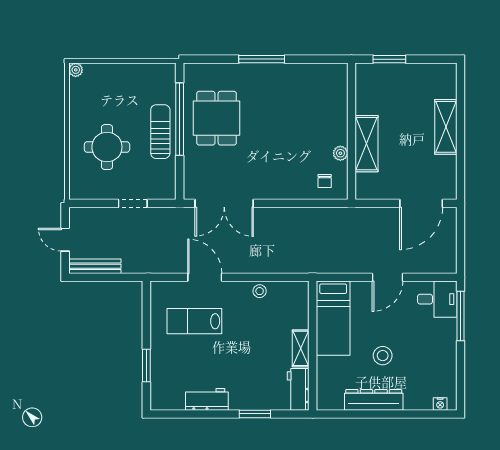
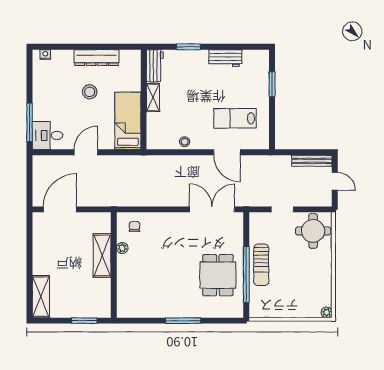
shelving: (446, 127) -> (41, 297), moved
round table: (107, 147) -> (313, 231), moved
lab bench: (194, 321) -> (235, 118), turned 180

